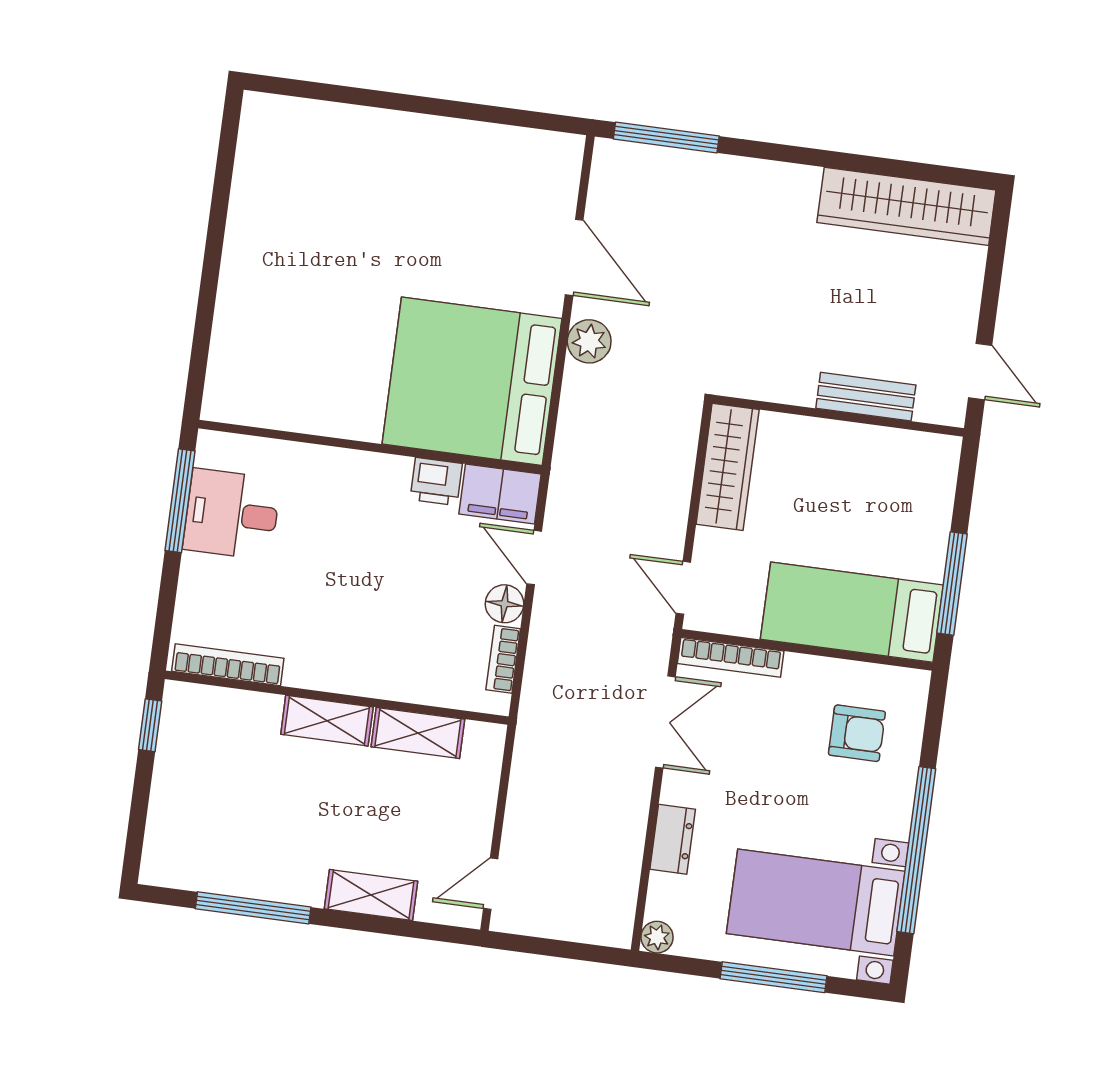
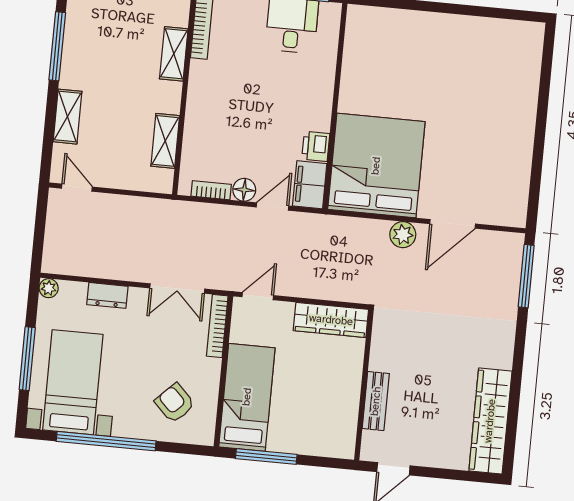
shelving: (327, 721) -> (174, 54), moved
armchair: (857, 733) -> (175, 403), turned 135

